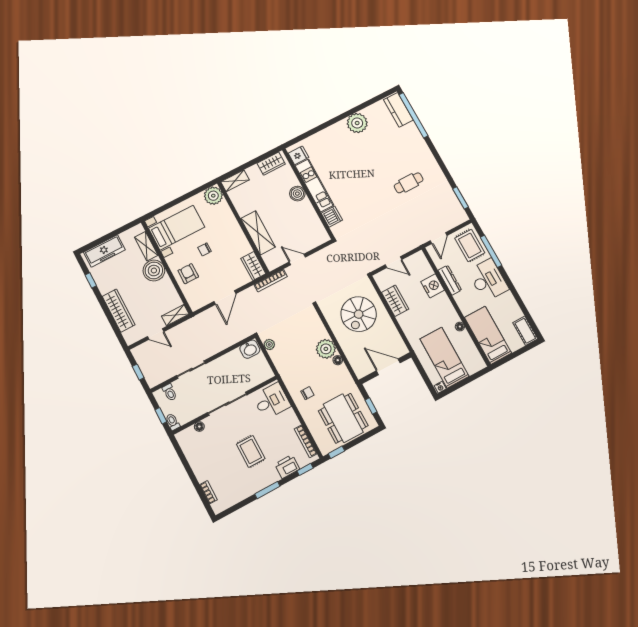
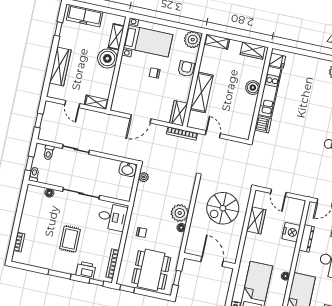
armchair: (188, 274) -> (186, 69), moved

